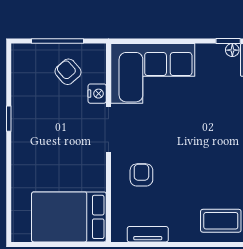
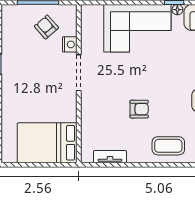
corner sofa: (153, 73) -> (137, 28), moved
armchair: (141, 175) -> (139, 109), moved, turned 90

